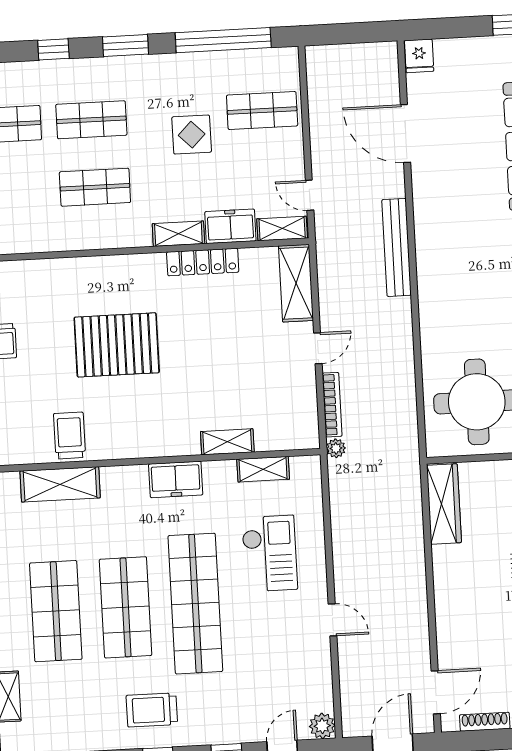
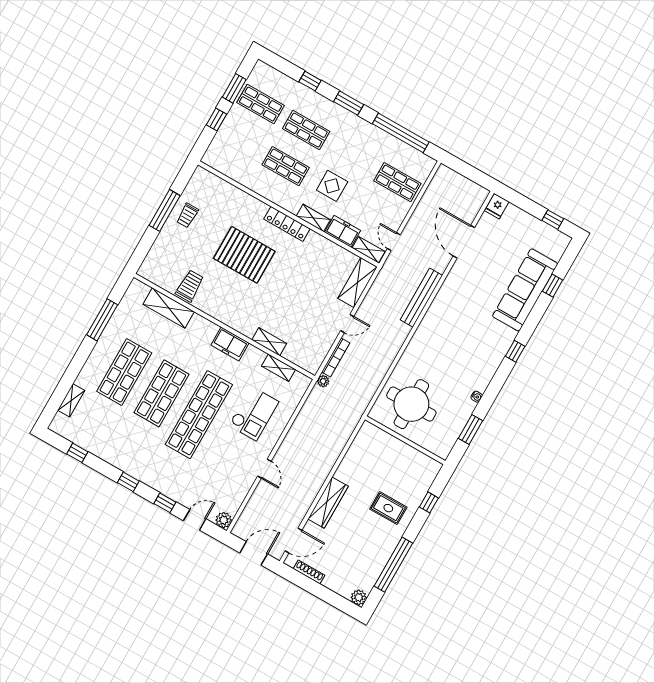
display table: (192, 135) -> (332, 186), moved
locker: (203, 262) -> (287, 224), moved
wardrobe: (444, 504) -> (328, 503), moved
trolley: (152, 710) -> (141, 455), removed

